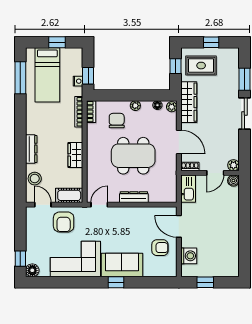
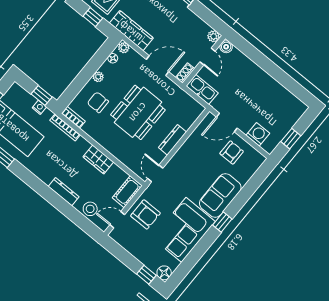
window: (116, 282) -> (222, 222), moved

